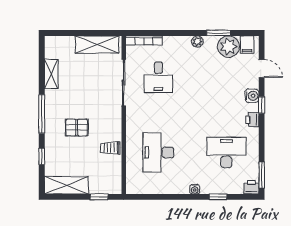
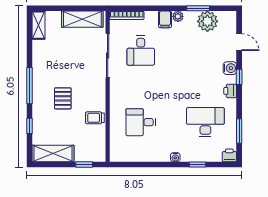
filing cabinet: (247, 45) -> (165, 19), moved
shelving: (51, 74) -> (39, 25), moved
pallet: (77, 128) -> (63, 98), turned 90
desk: (158, 152) -> (141, 122), width x0.73
window: (262, 175) -> (239, 131), moved

